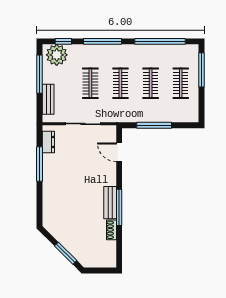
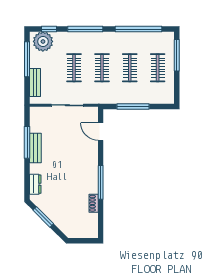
dresser: (48, 142) -> (35, 184), moved
bench: (110, 203) -> (35, 148), moved
window: (66, 253) -> (43, 217), moved

